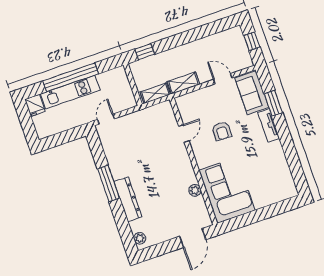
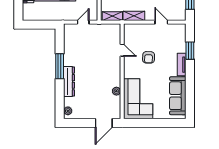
sofa: (252, 93) -> (178, 96), moved, width x1.36
door: (106, 119) -> (83, 22), moved
door: (184, 134) -> (122, 50), hinge flipped

